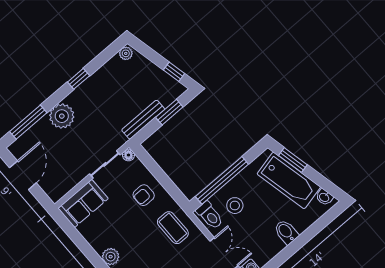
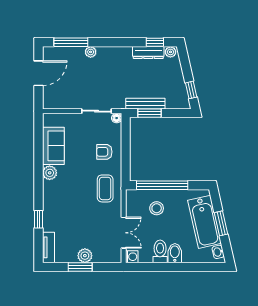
dresser: (106, 71) -> (148, 53), added
window: (79, 79) -> (155, 42), moved
window: (169, 112) -> (150, 113), moved
plant: (62, 116) -> (91, 52), width x0.53, depth x0.53
window: (293, 160) -> (221, 223), moved
sofa: (83, 203) -> (53, 146), moved, turned -90
toilet: (210, 215) -> (160, 251), moved, turned 180

